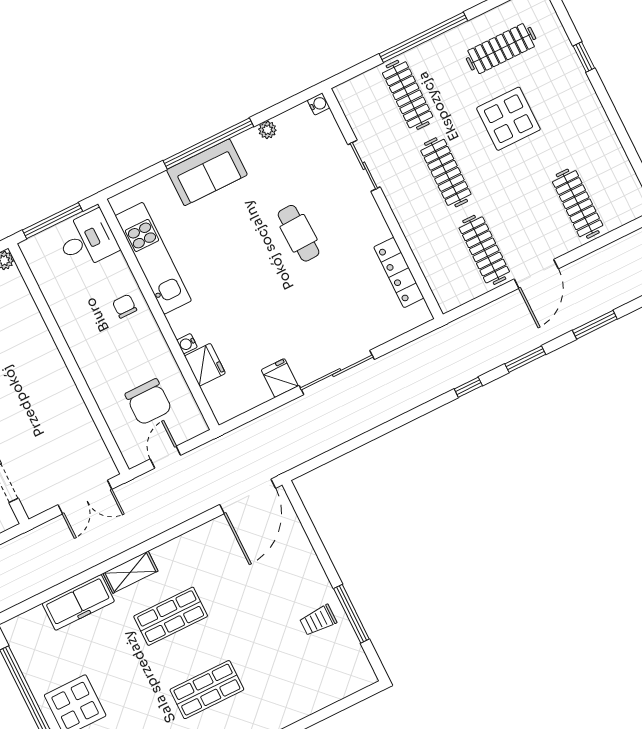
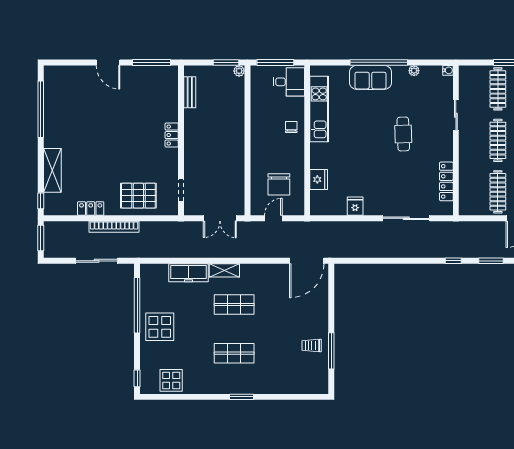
water cooler: (187, 344) -> (315, 163), removed
sliding door: (337, 373) -> (406, 218), moved

